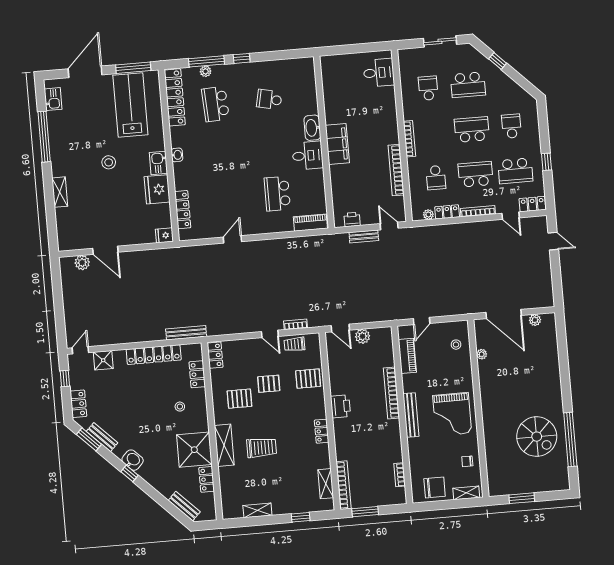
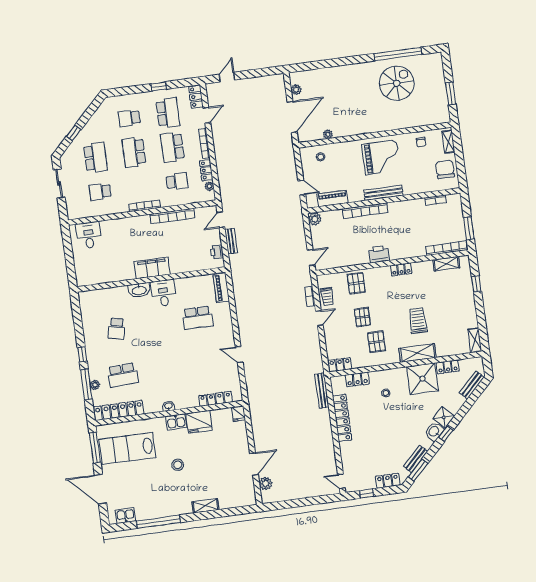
plant: (363, 336) -> (315, 219), moved
shower: (103, 360) -> (444, 417), moved, turned 45
shelving: (257, 510) -> (475, 340), moved

